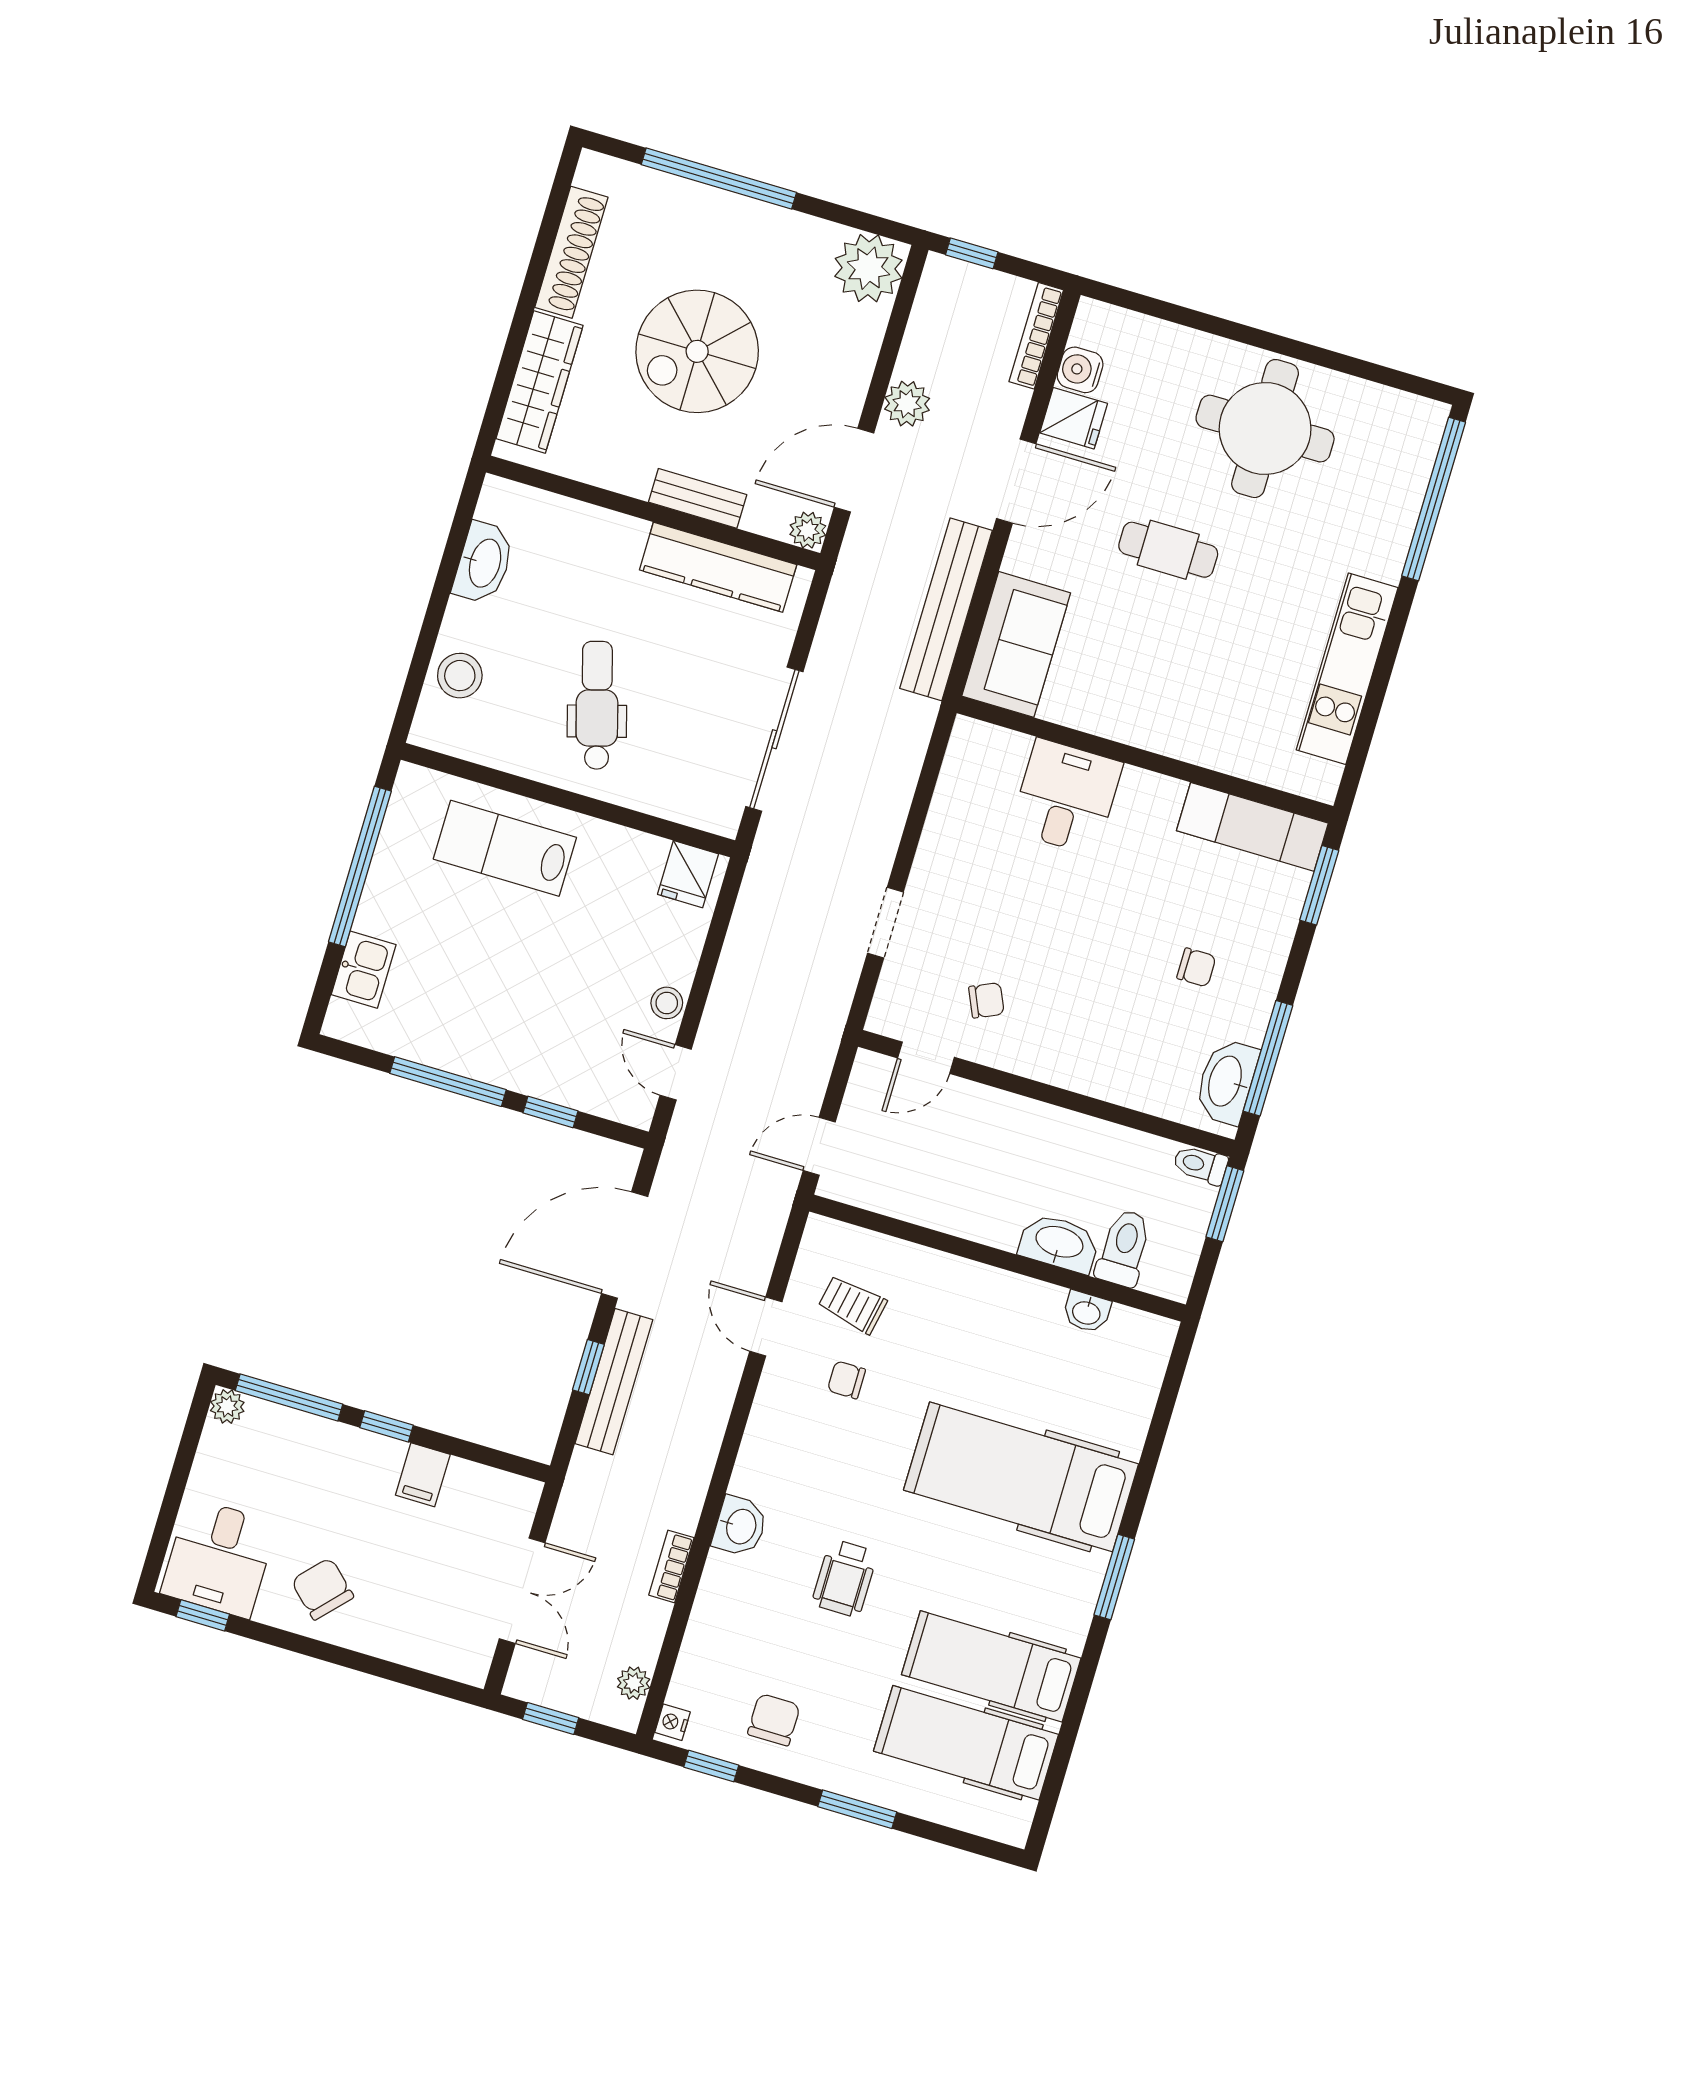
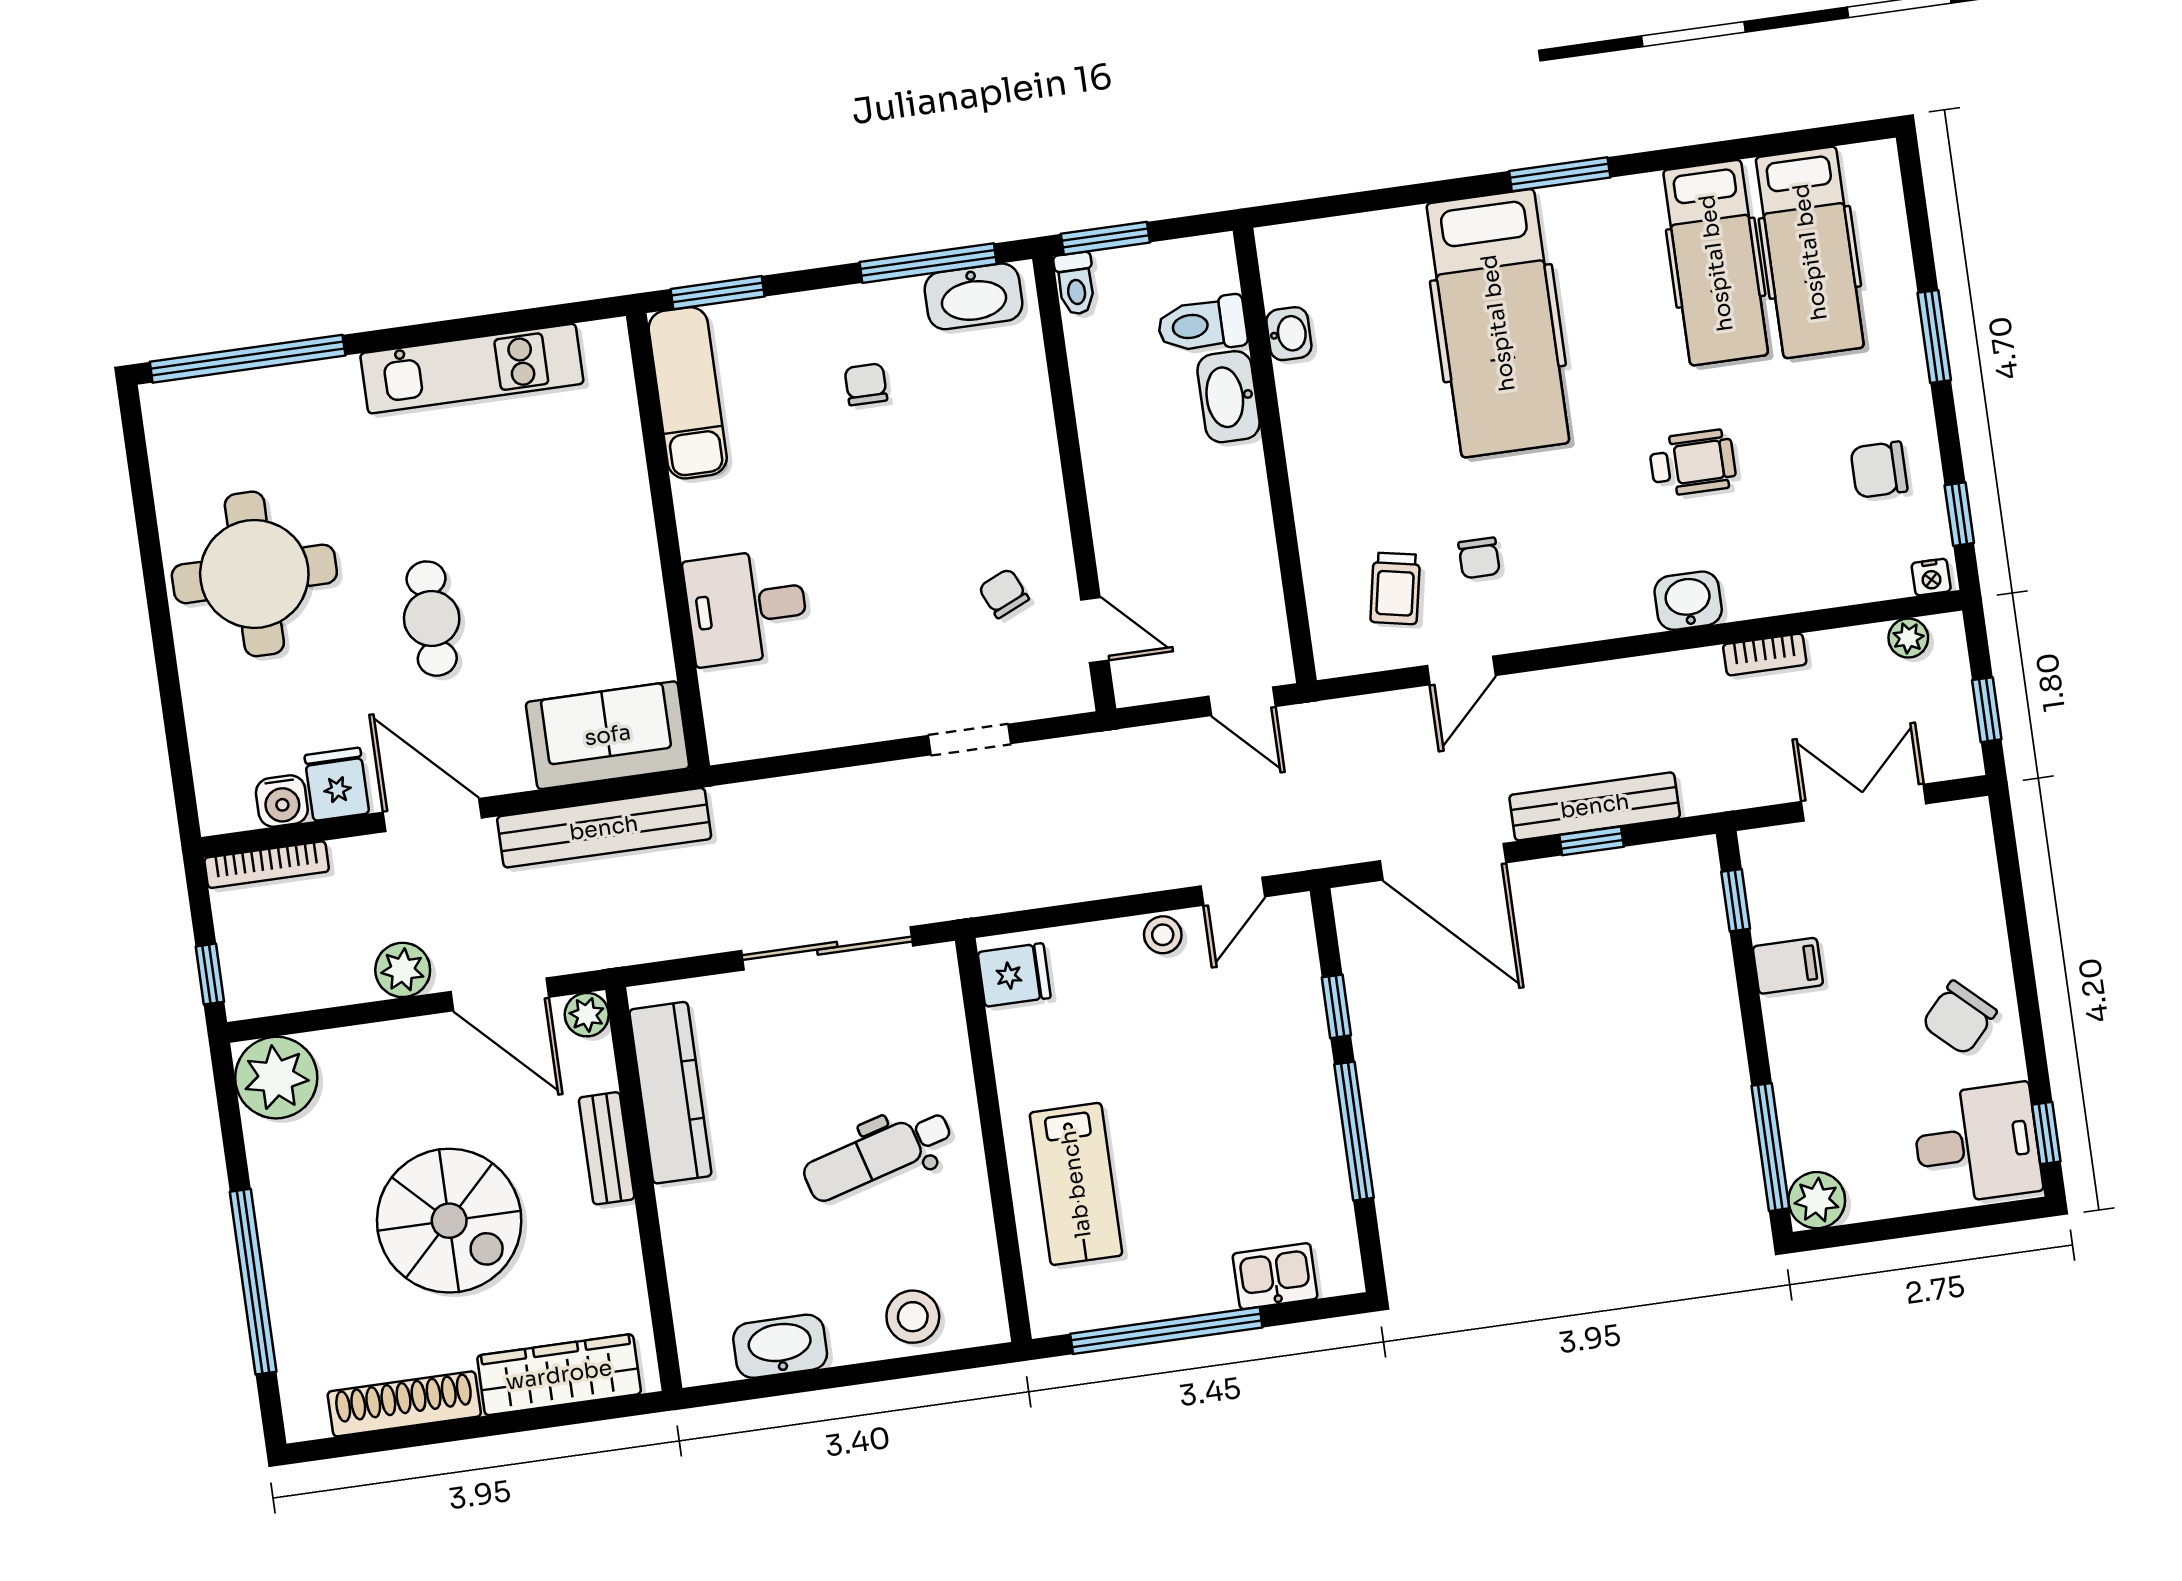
plant: (227, 1406) -> (1817, 1200), width x1.38, depth x1.38
window: (387, 1426) -> (1736, 900), moved

